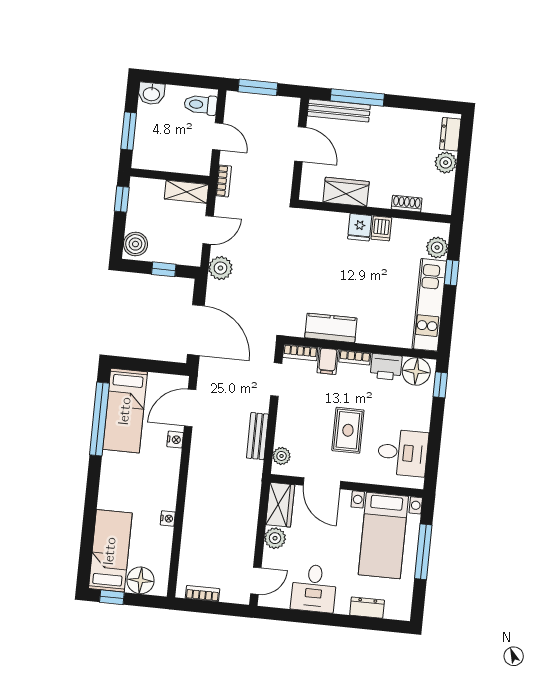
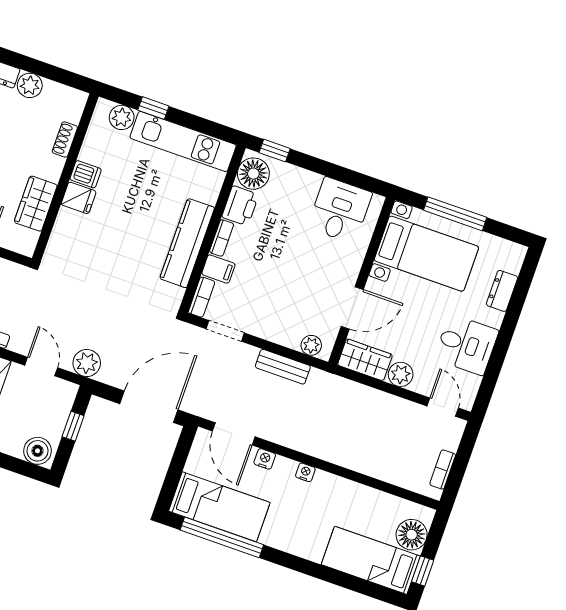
kitchen counter: (331, 328) -> (187, 243), width x1.50
rug: (348, 430) -> (300, 265), removed
nightstand: (168, 518) -> (305, 472), moved

